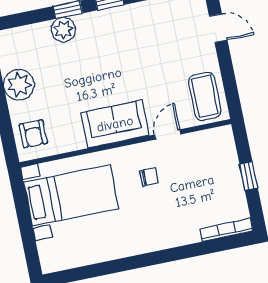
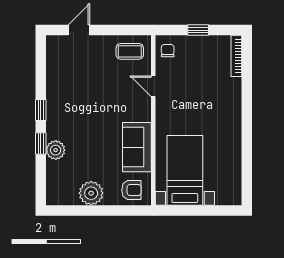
coffee table: (205, 96) -> (130, 51), width x0.73, depth x0.77
sofa: (115, 124) -> (137, 147), moved
chair: (149, 177) -> (168, 51), moved

